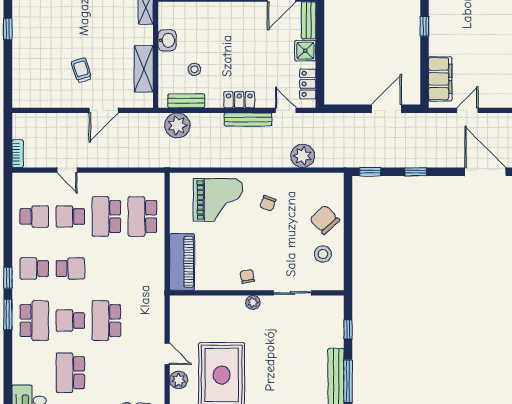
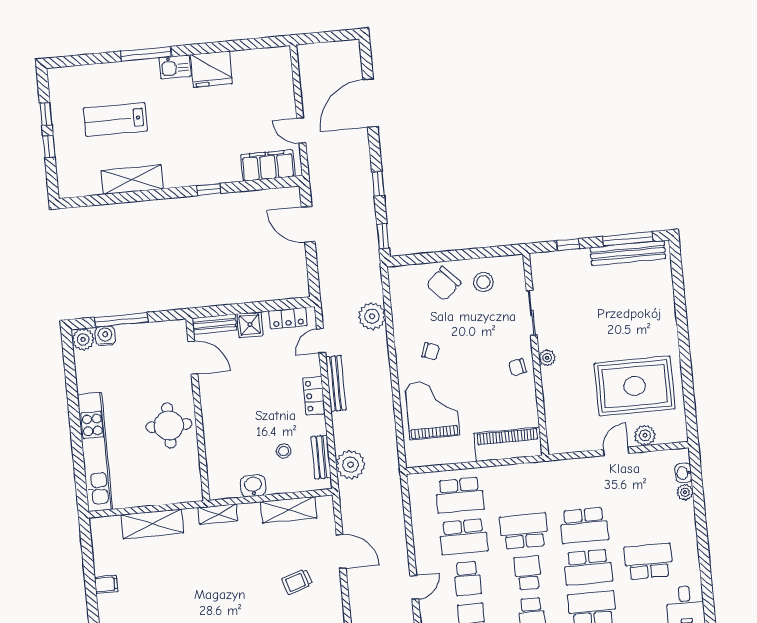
school desk: (106, 269) -> (524, 531), added
school desk: (70, 321) -> (588, 567), width x1.85
school desk: (70, 373) -> (648, 561), turned 180

